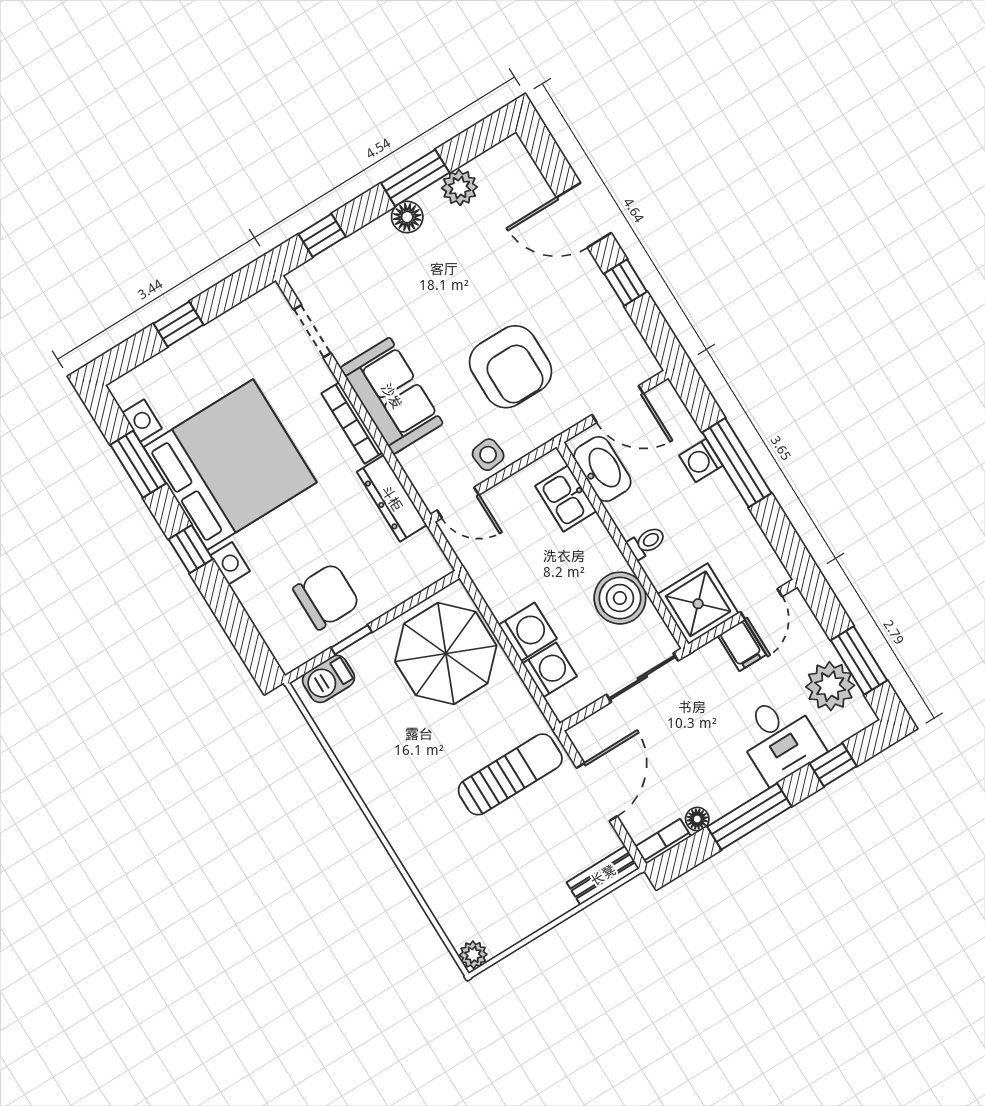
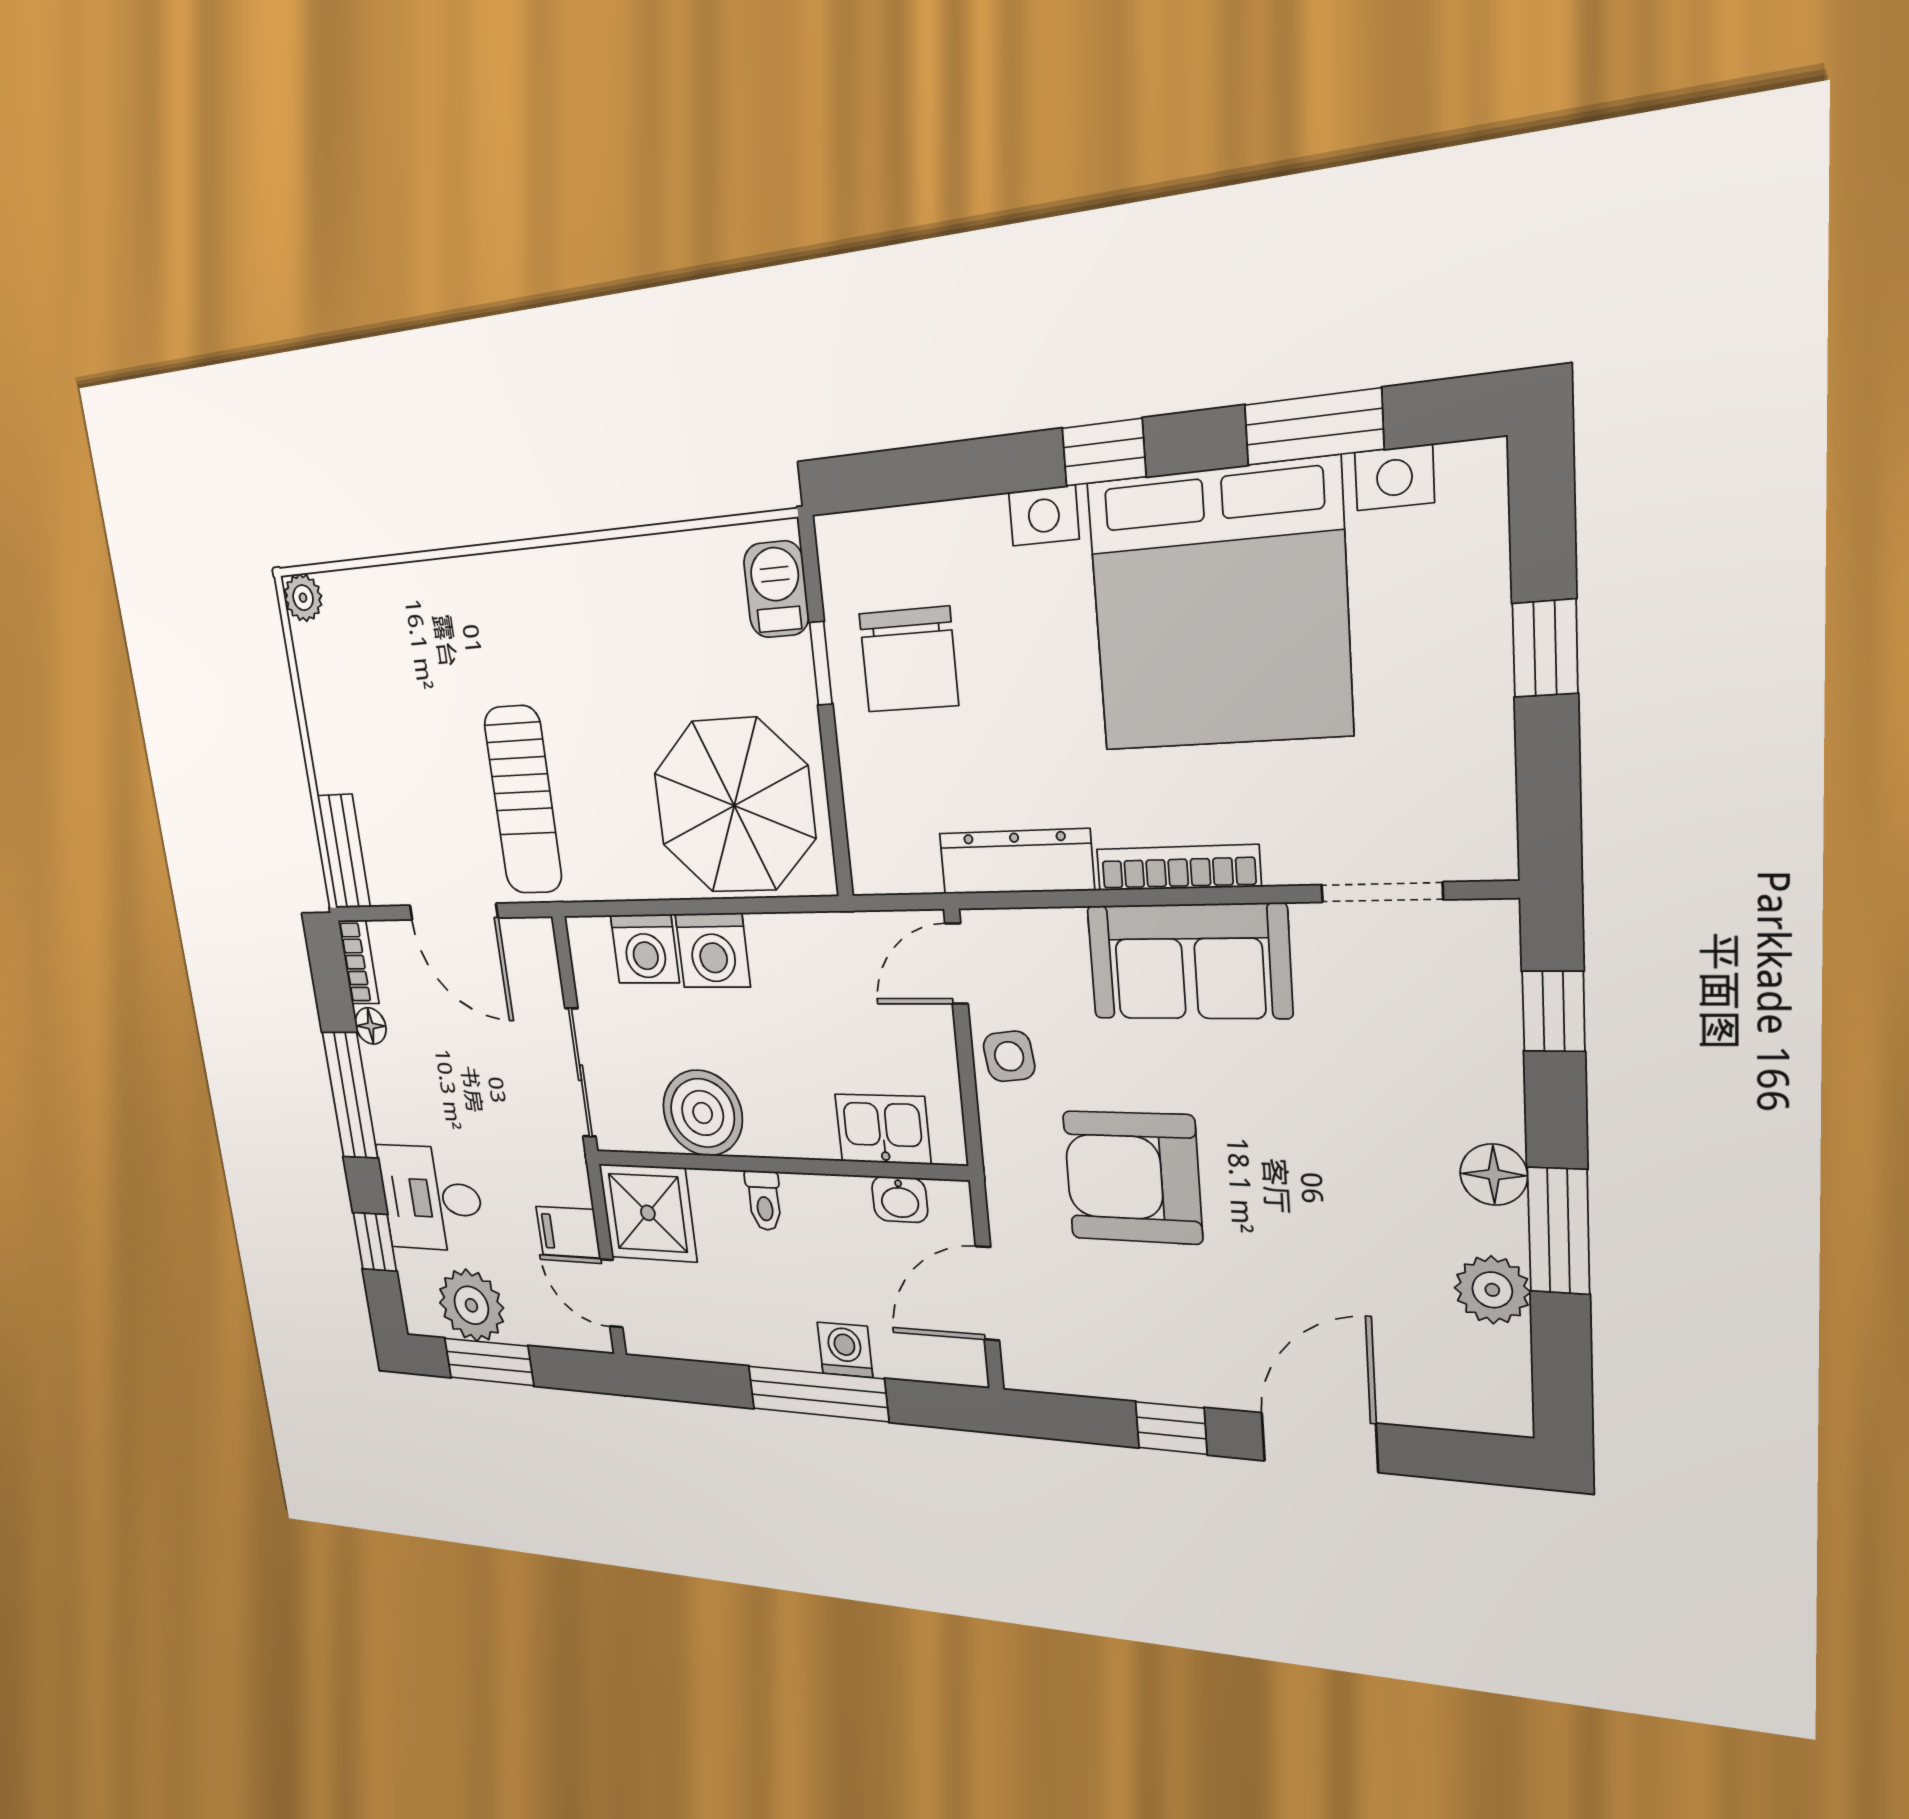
washbasin: (602, 469) -> (900, 1199), width x0.52, depth x0.69

